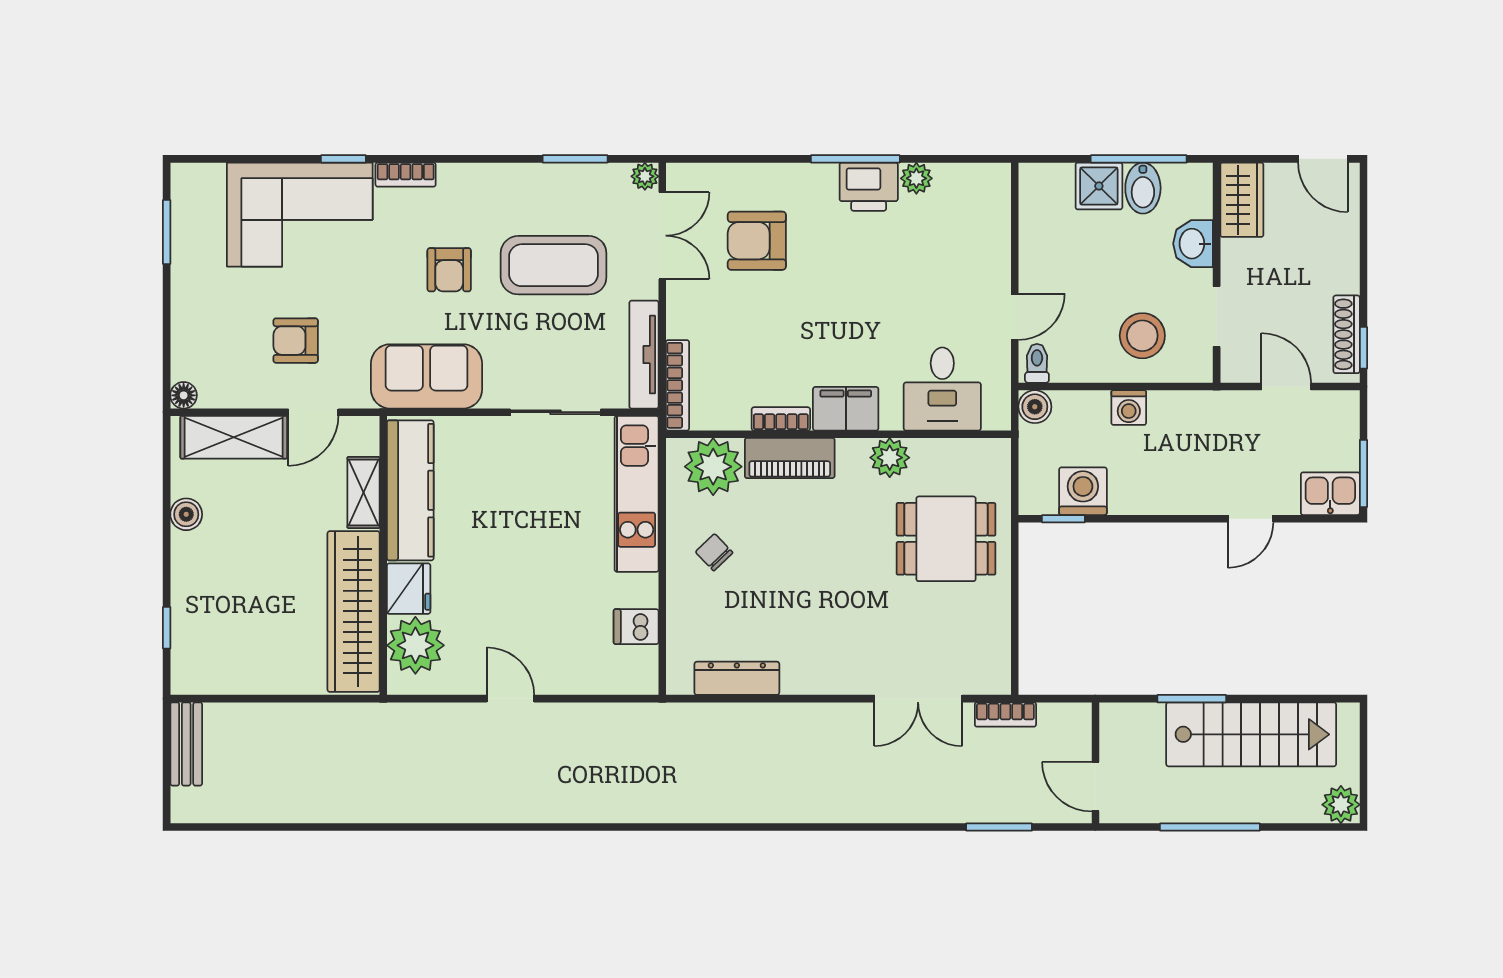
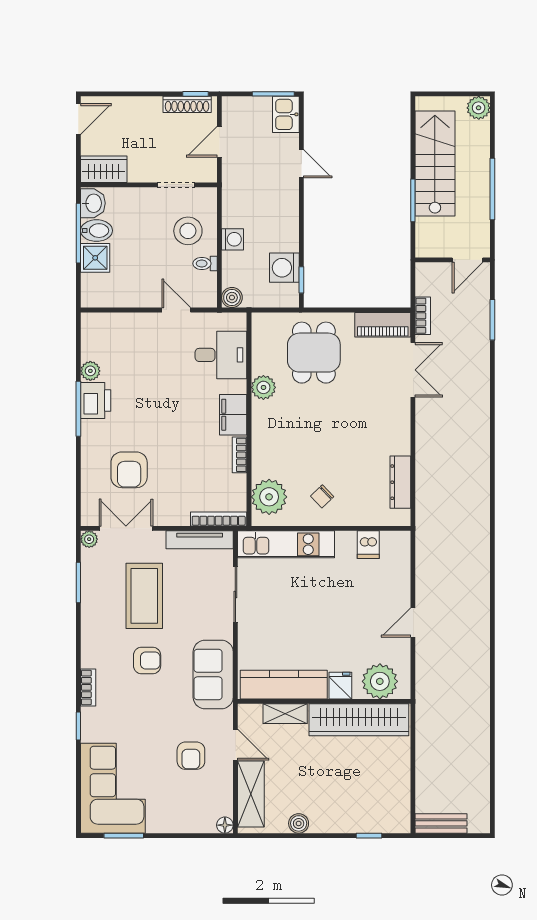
corner sofa: (300, 215) -> (113, 788), moved
washbasin: (1193, 244) -> (93, 203), moved, turned -90
toilet: (1037, 363) -> (205, 263), moved
piano: (790, 458) -> (383, 325), moved, turned 90
fridge: (409, 589) -> (340, 686), width x0.72

